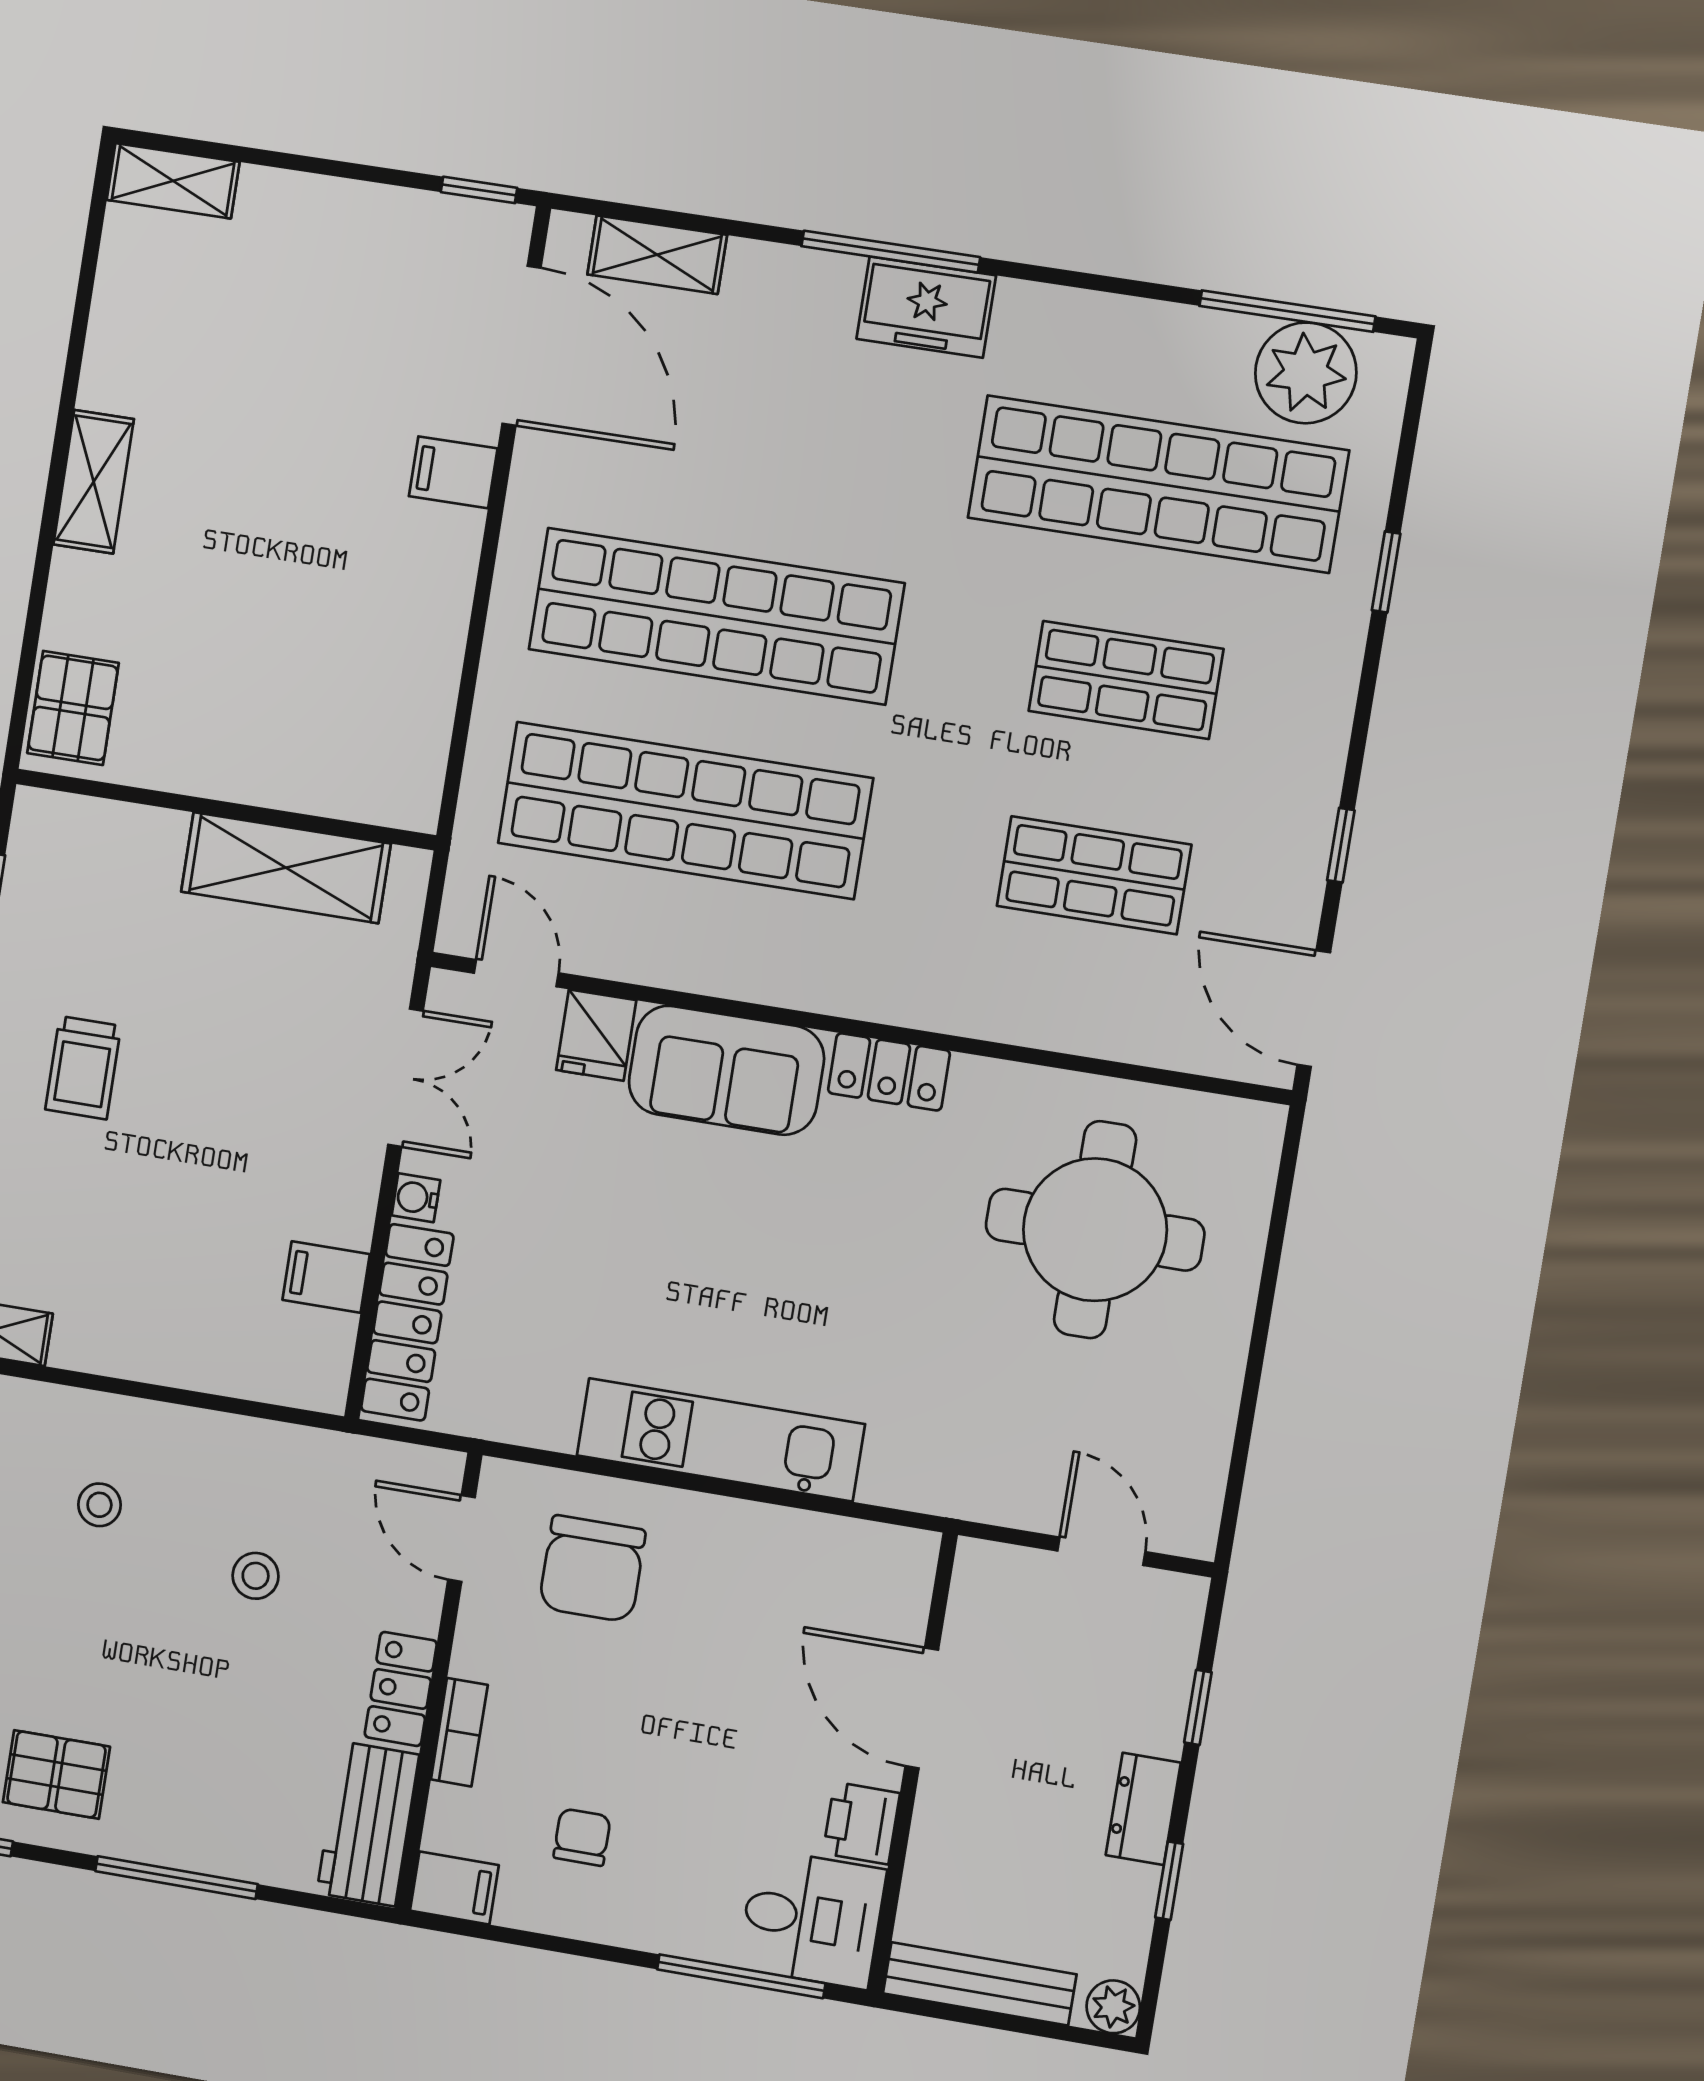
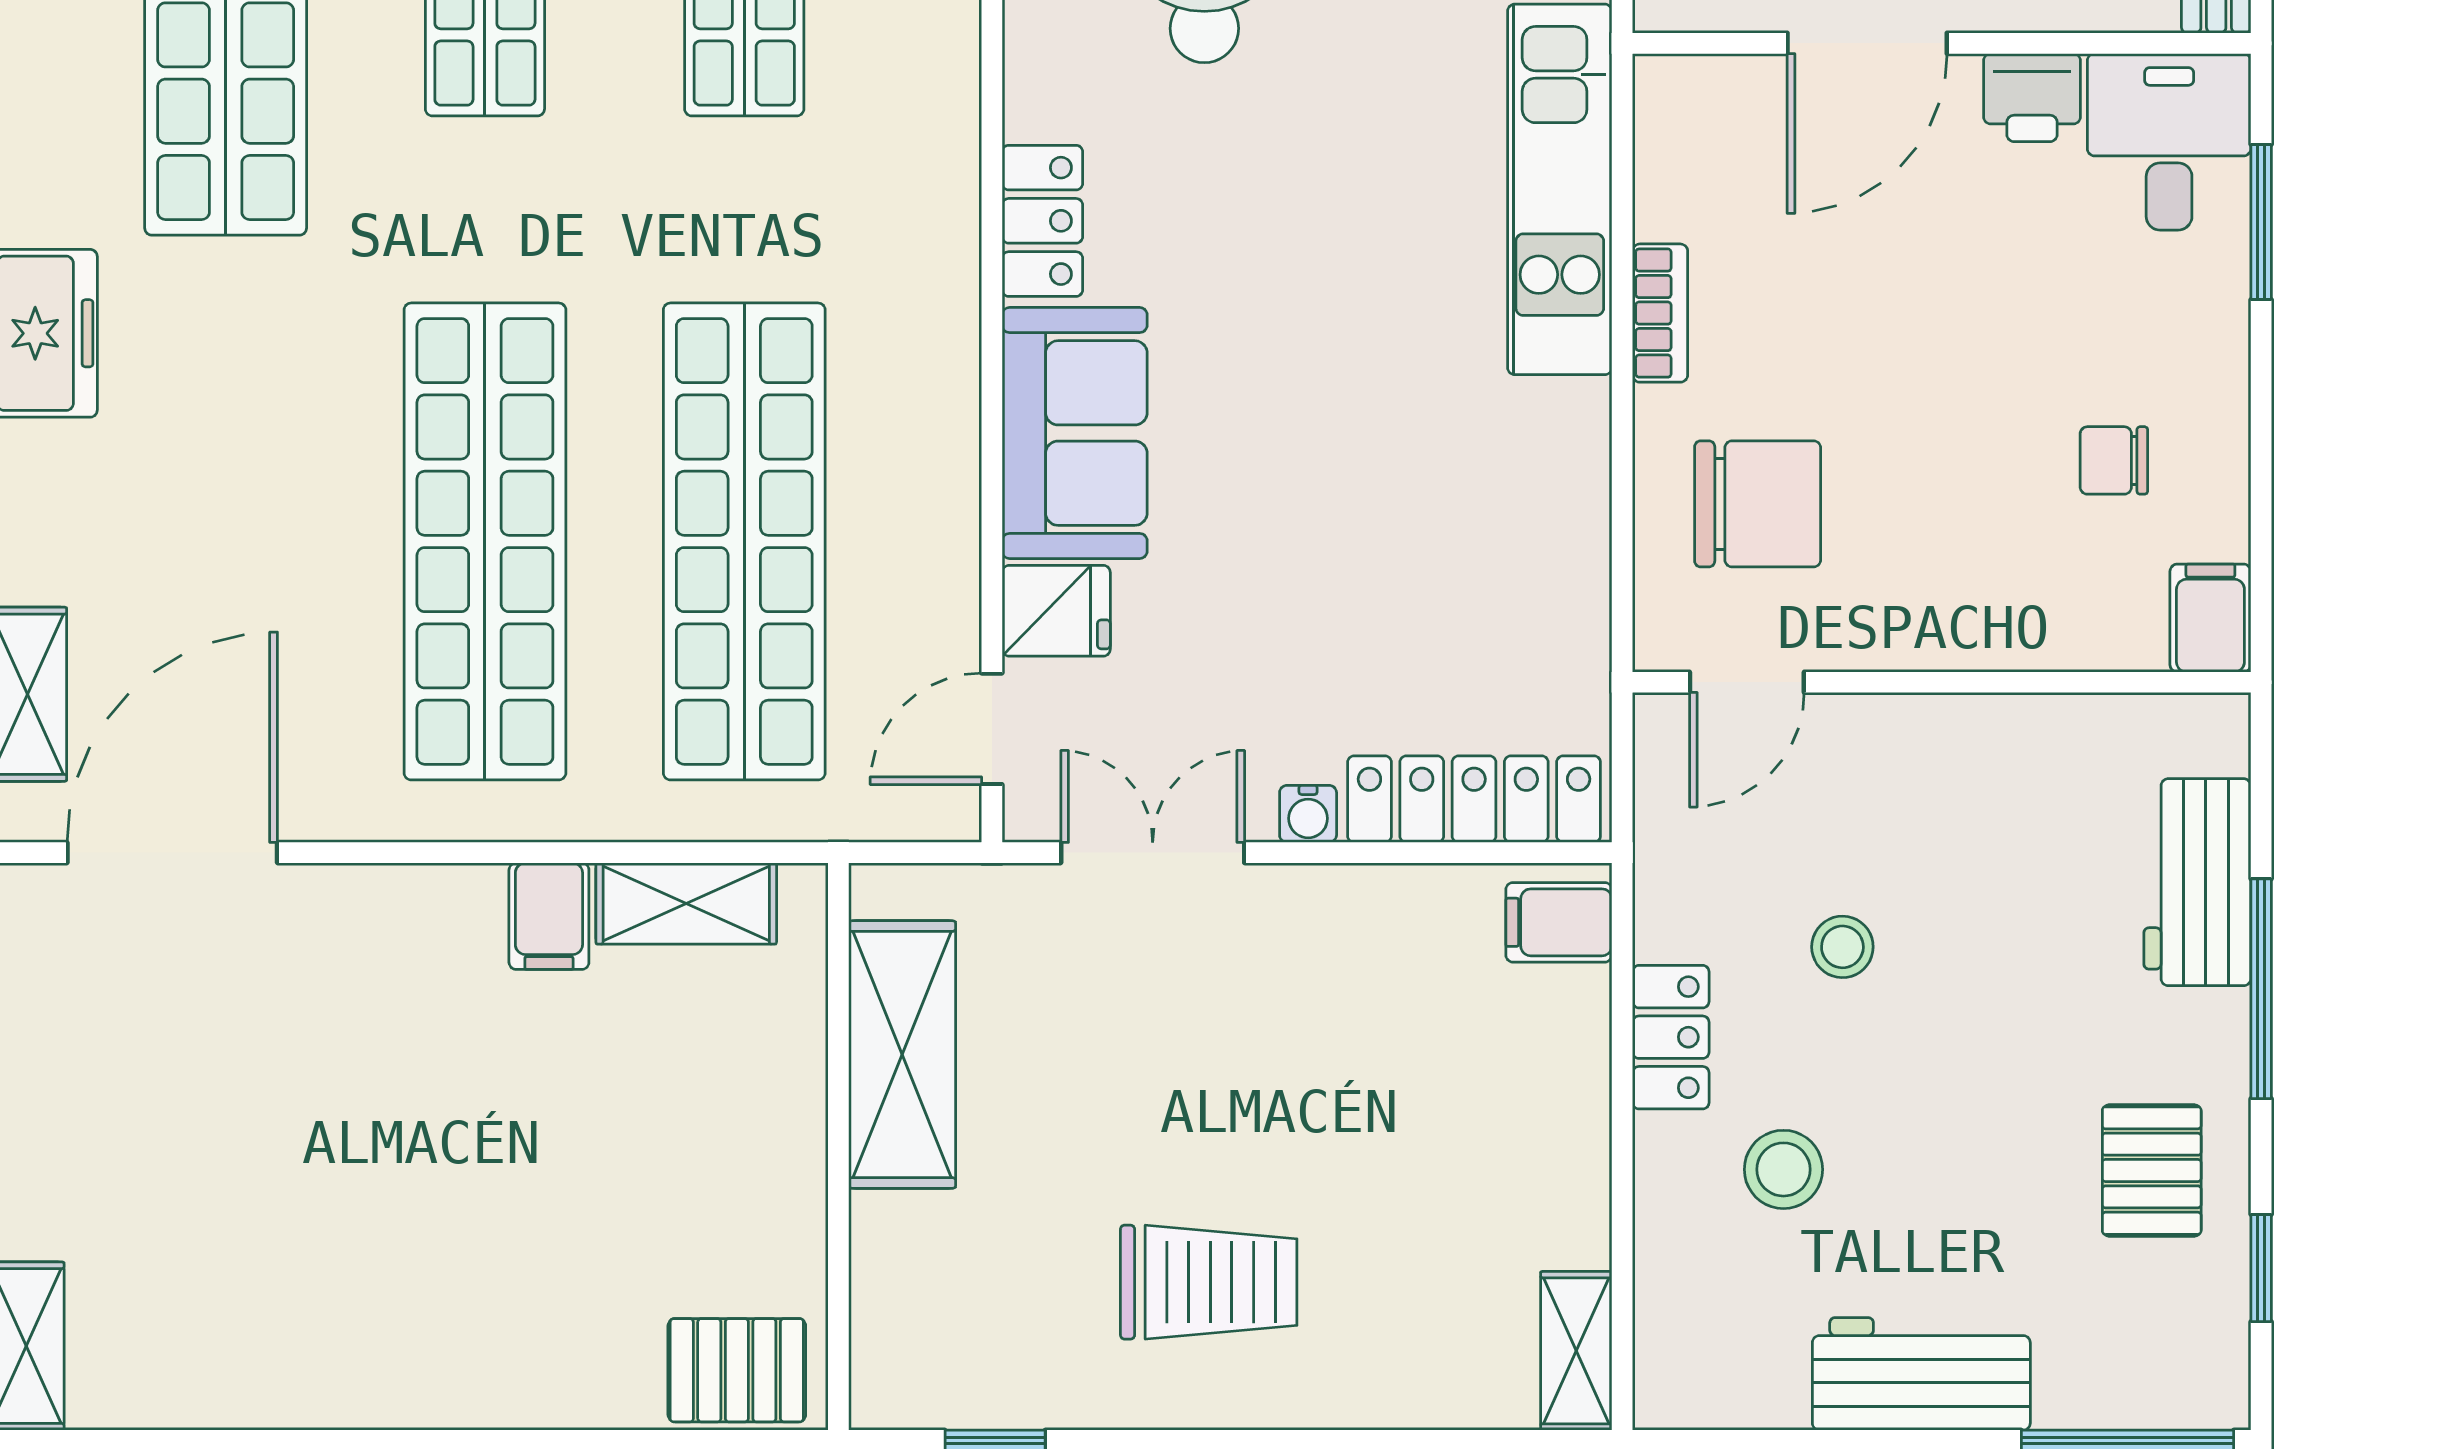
filing cabinet: (453, 472) -> (549, 916), moved
shelving: (94, 482) -> (686, 903), moved
trolley: (83, 1068) -> (1209, 1282), width x1.36, depth x1.39
filing cabinet: (326, 1277) -> (1559, 922), moved, turned 90
kitchen unit: (721, 1440) -> (1560, 189), moved
stool: (99, 1505) -> (1783, 1169), width x1.37, depth x1.37
locker: (401, 1689) -> (1671, 1037), moved, turned -90
bookcase: (459, 1732) -> (1660, 313), moved, turned 90
workbench: (368, 1824) -> (2197, 882), moved, turned 90
window: (741, 1976) -> (2261, 222), width x0.69

